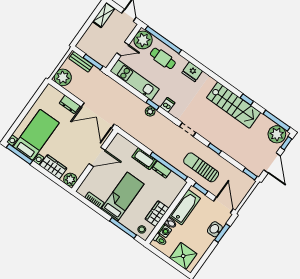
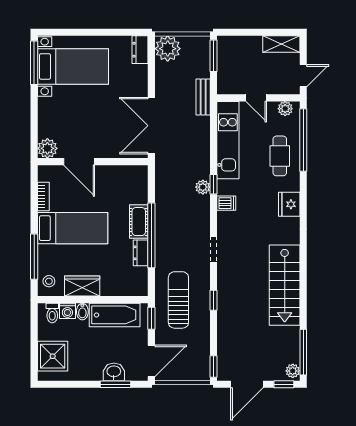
plant: (143, 40) -> (285, 109), width x0.53, depth x0.53
bench: (81, 62) -> (203, 97), moved
window: (93, 62) -> (214, 56), moved
window: (247, 99) -> (303, 297), removed
dresser: (70, 104) -> (140, 50), moved
plant: (277, 134) -> (293, 371), width x0.53, depth x0.53
door: (97, 157) -> (79, 162), moved
window: (169, 166) -> (151, 235), moved
wardrobe: (53, 167) -> (48, 116), removed

